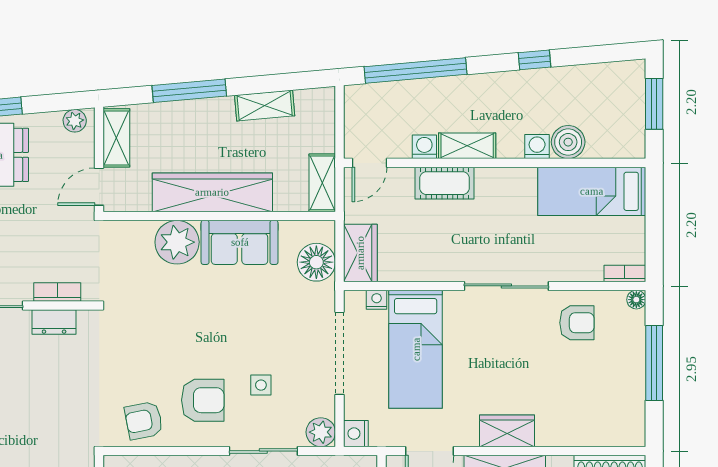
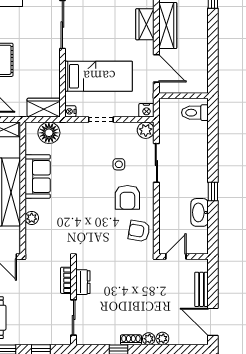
plant: (177, 242) -> (32, 218), width x0.53, depth x0.53
nightstand: (377, 300) -> (70, 111), moved
doorway: (340, 353) -> (101, 120), width x0.53
armchair: (203, 400) -> (127, 197), turned 180
armchair: (144, 420) -> (139, 231), turned 111

